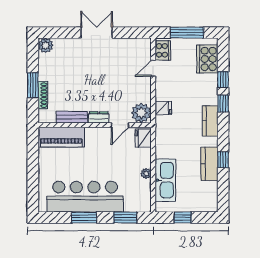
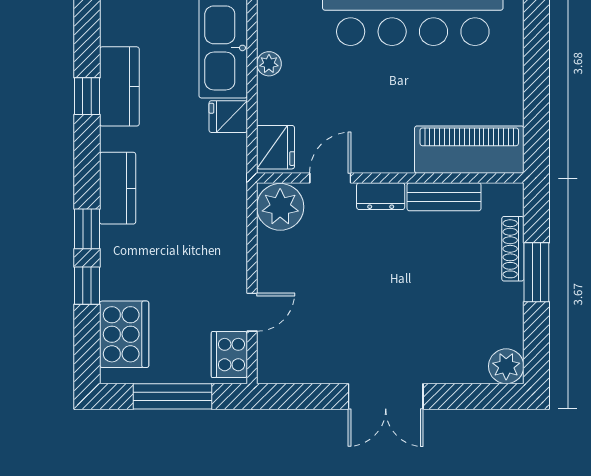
fridge: (163, 108) -> (228, 117), moved

